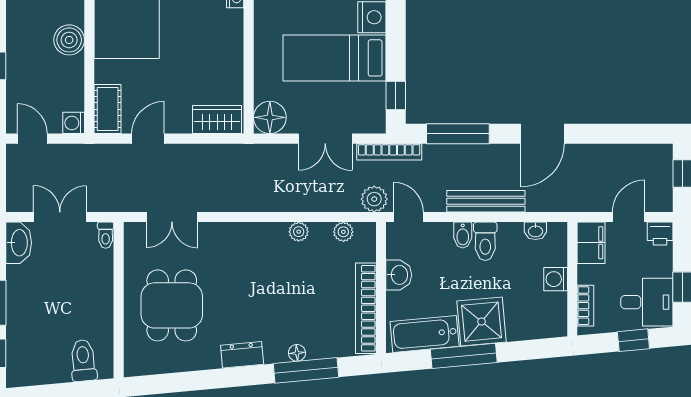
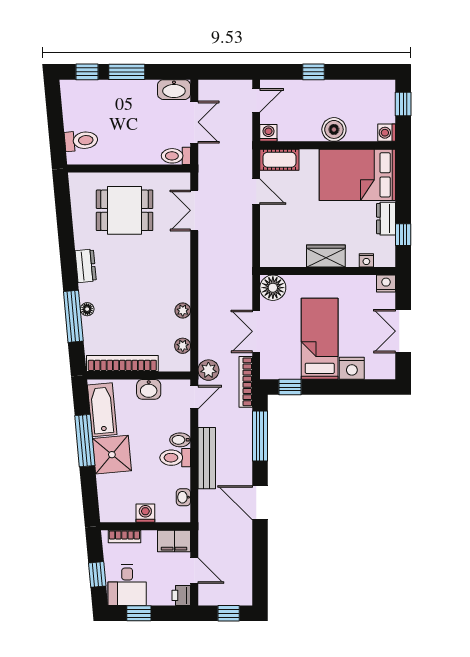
wardrobe: (217, 120) -> (326, 256), moved, turned -90
toilet: (106, 235) -> (176, 156), width x1.37, depth x1.39

